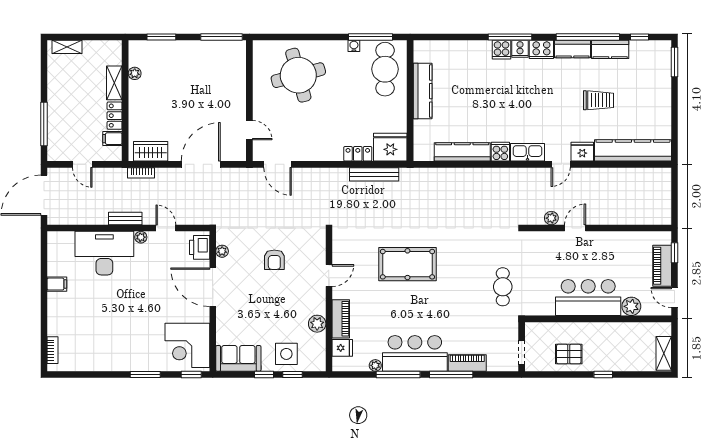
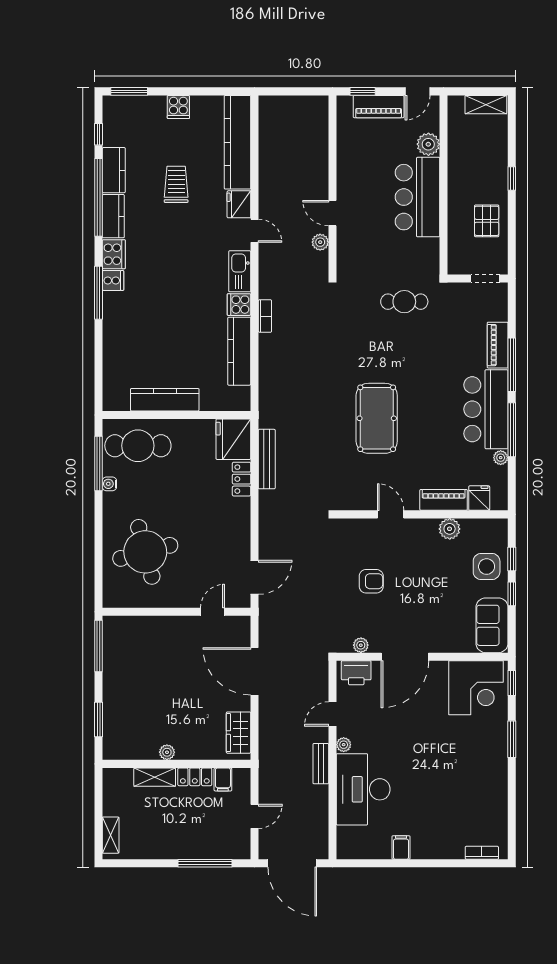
cooker: (502, 50) -> (178, 107), moved, turned 90
plant: (135, 73) -> (167, 752), moved
bookcase: (141, 173) -> (265, 316), moved

